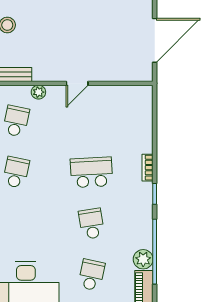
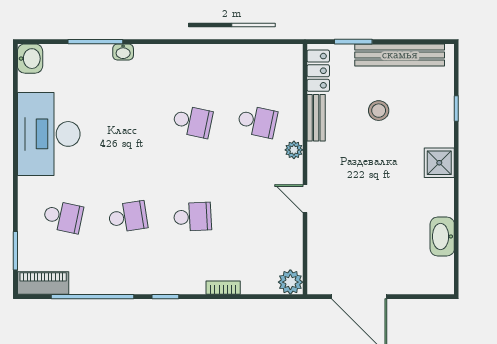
bookcase: (148, 168) -> (223, 288), moved
school desk: (91, 172) -> (193, 217), width x0.54
plant: (143, 259) -> (290, 282), moved

